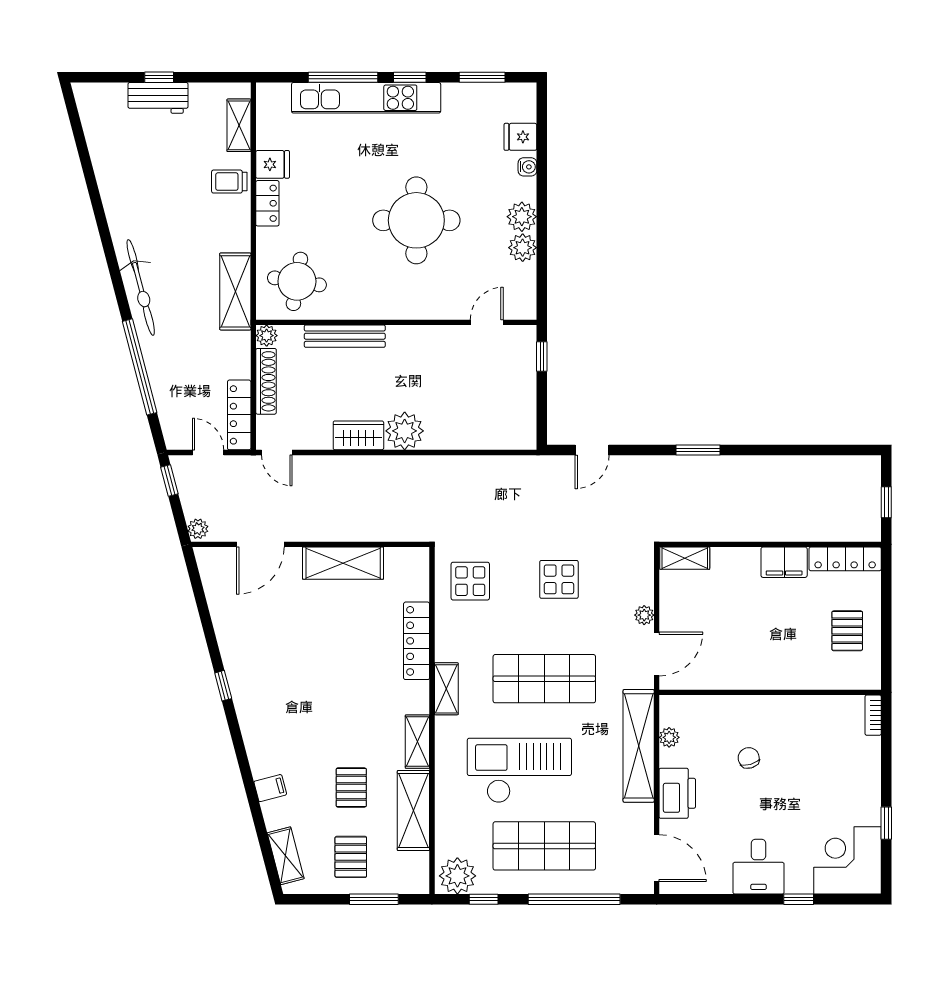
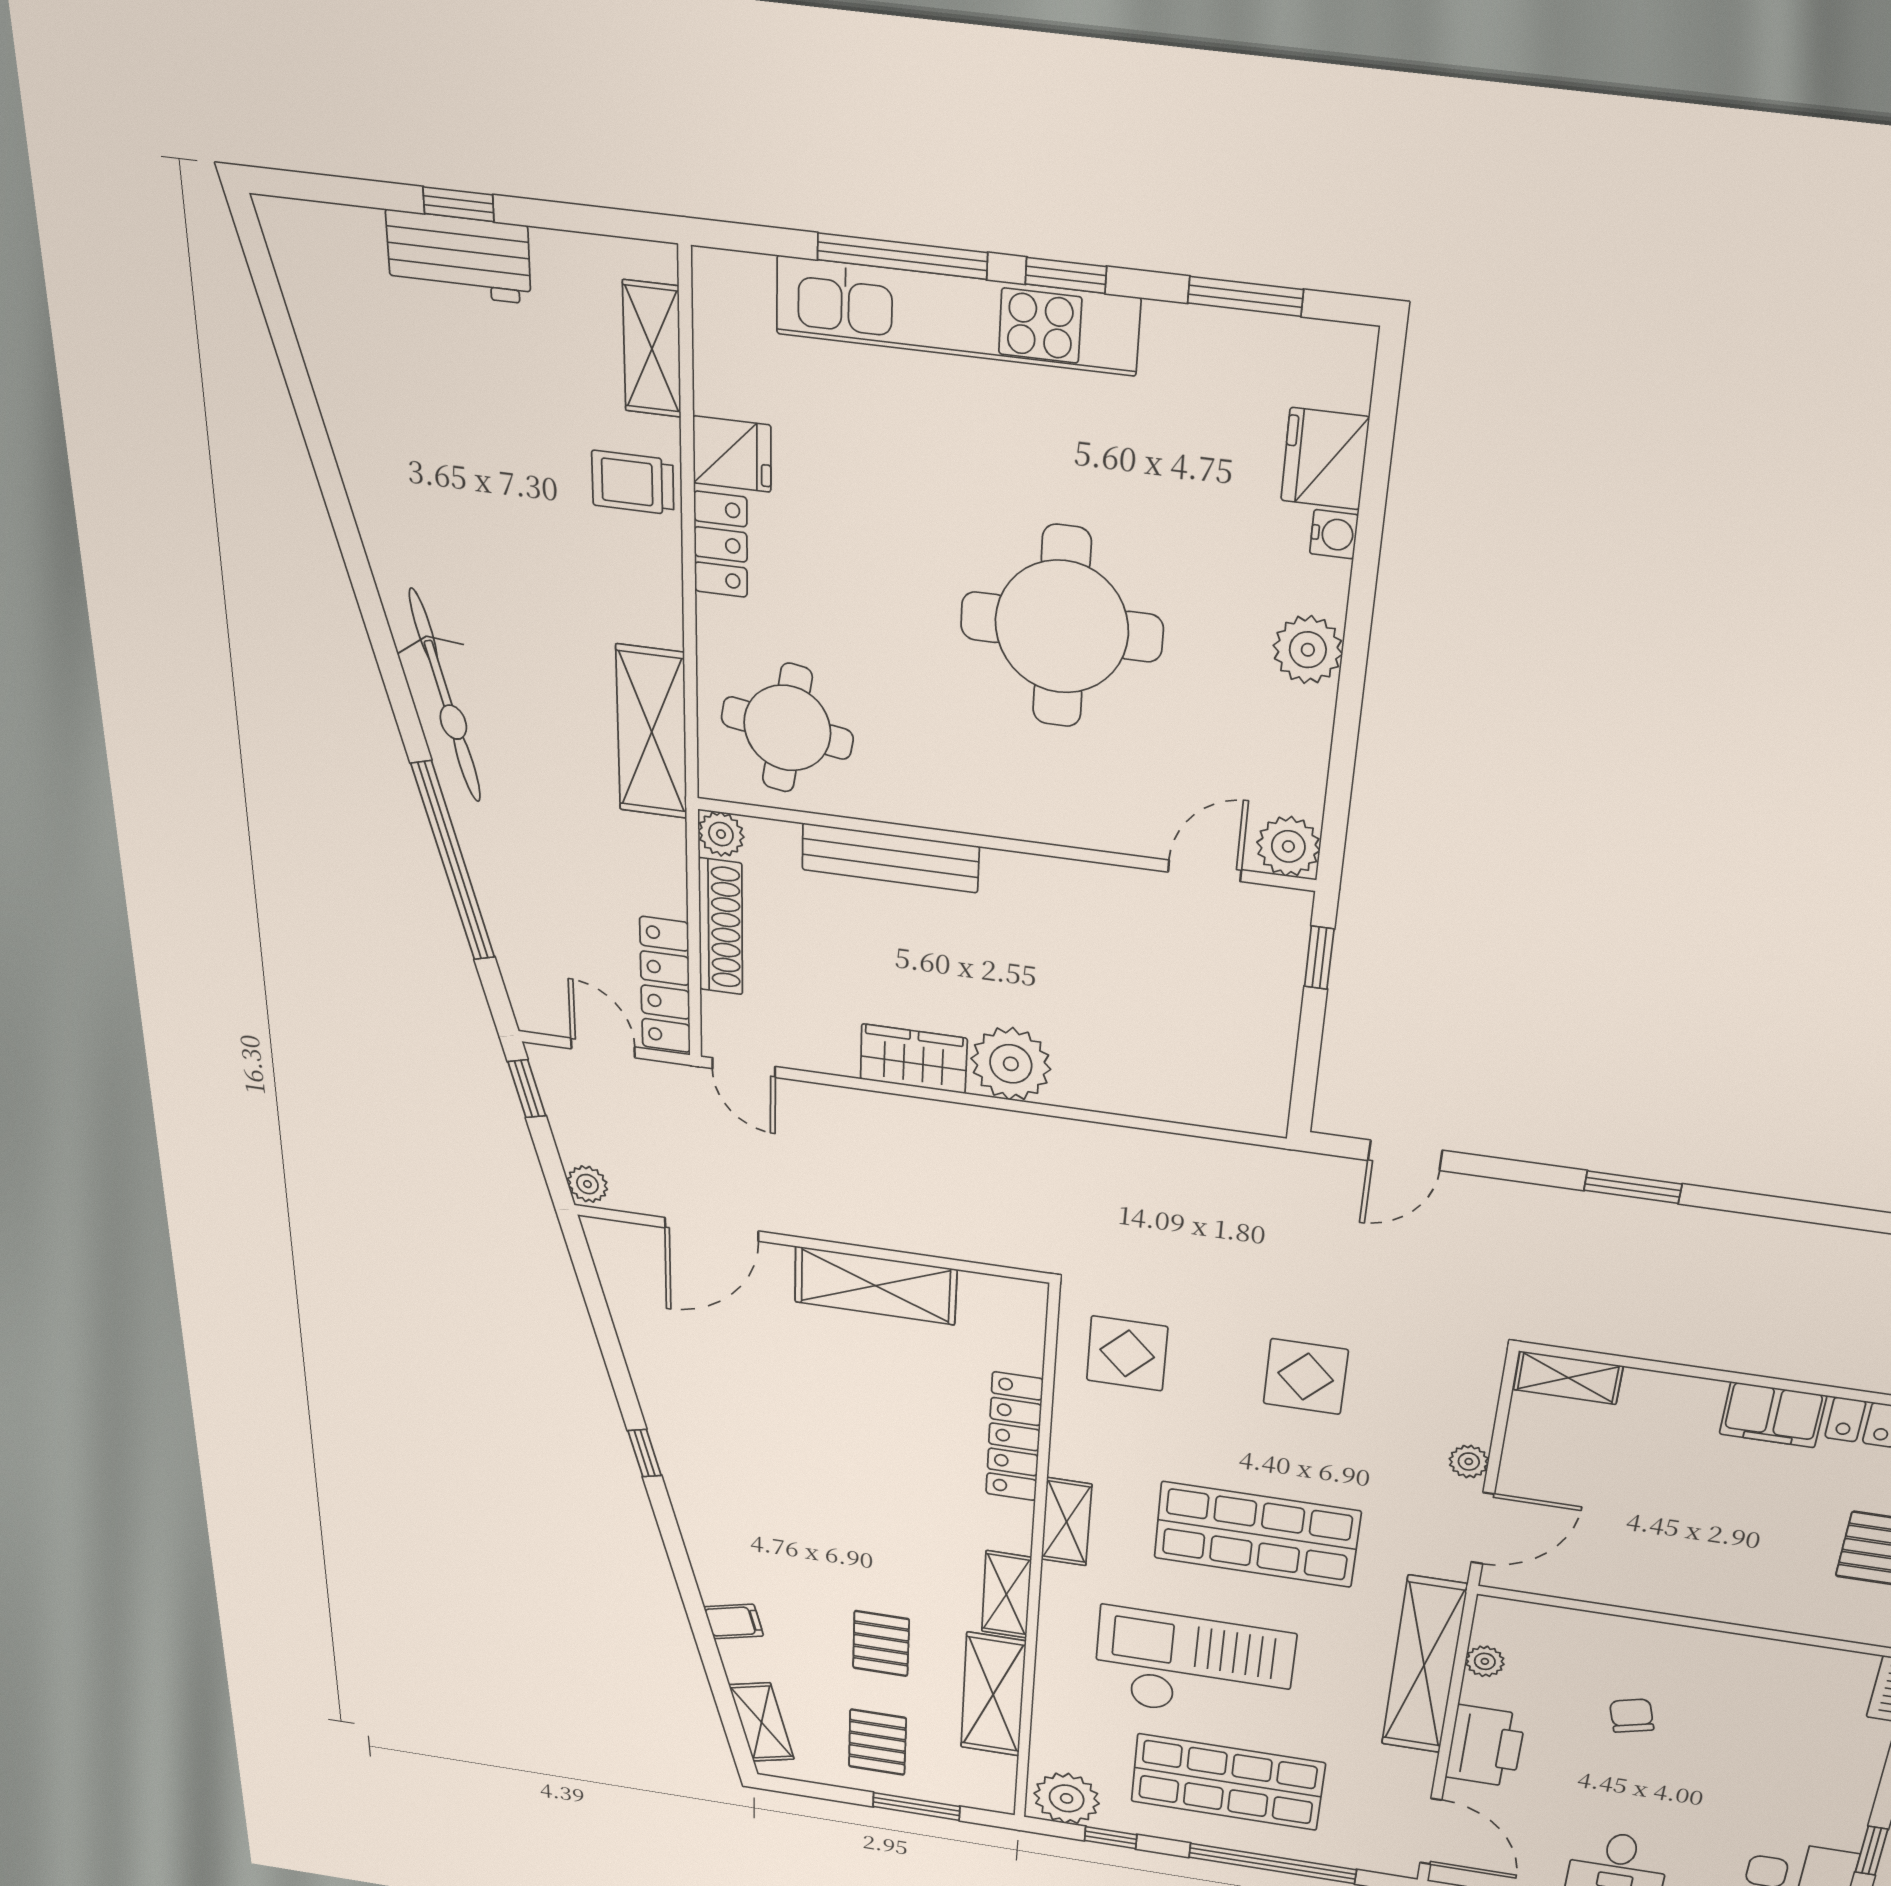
fridge: (520, 137) -> (1325, 459), width x1.38
plant: (523, 248) -> (1288, 846), moved

